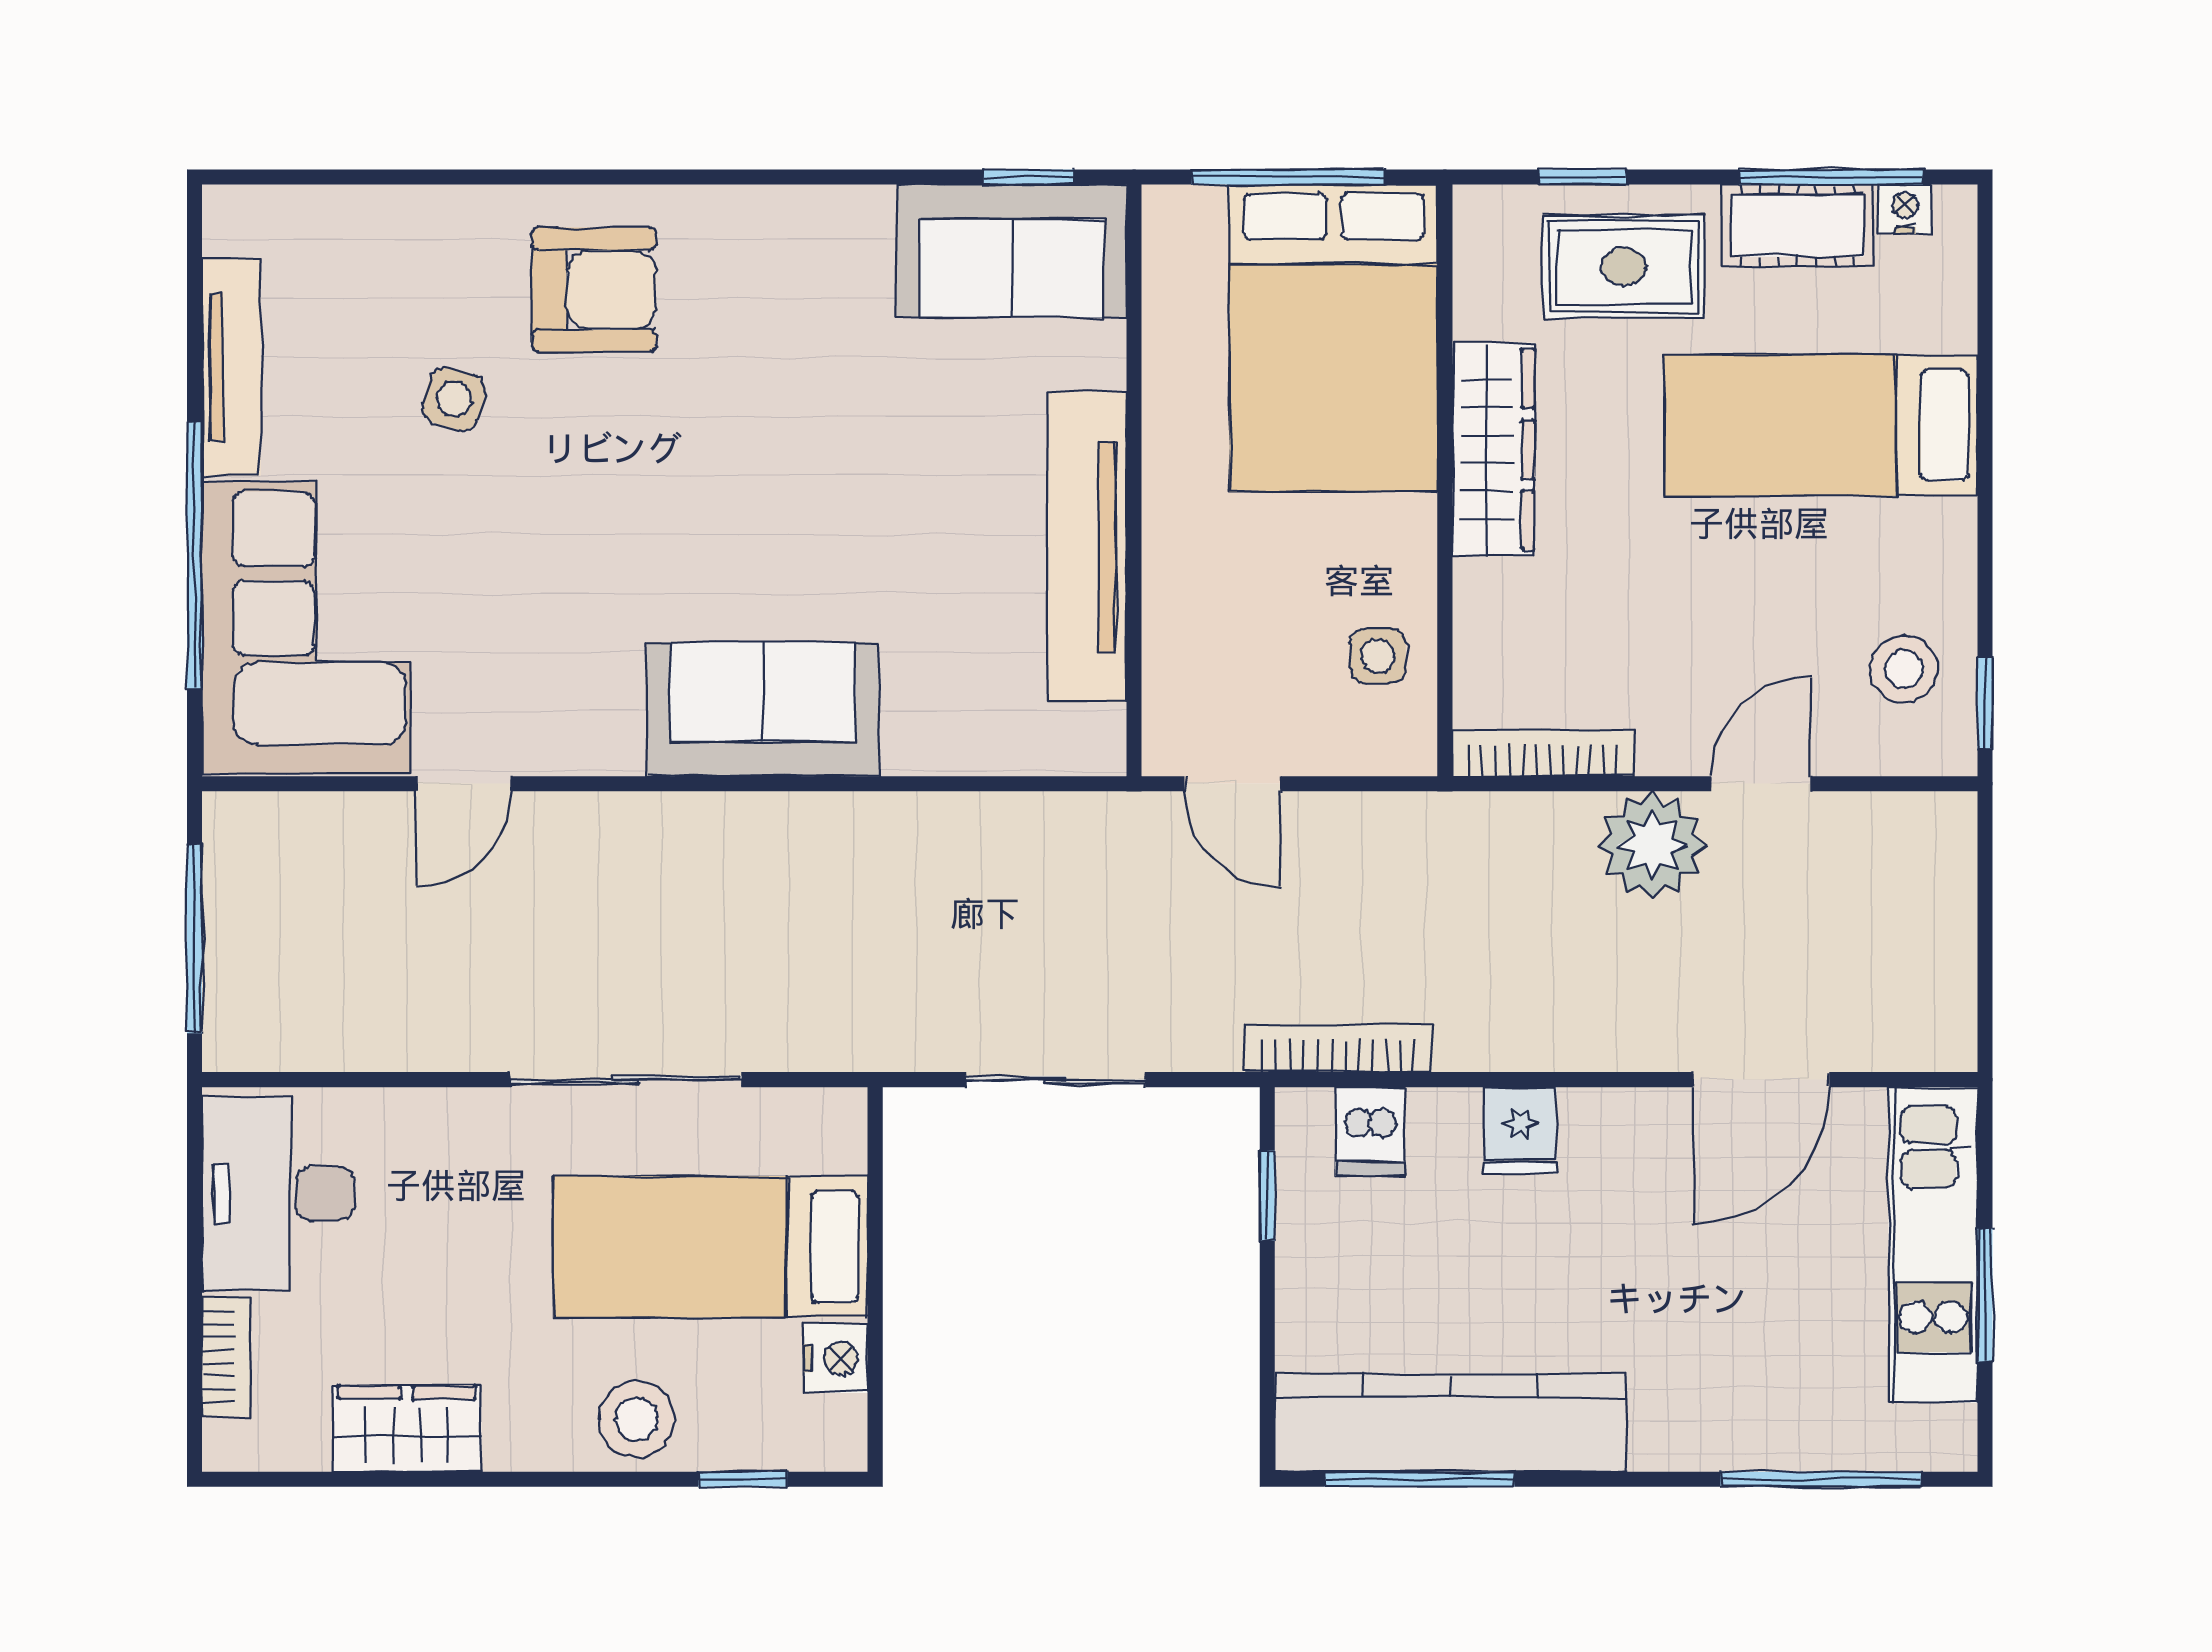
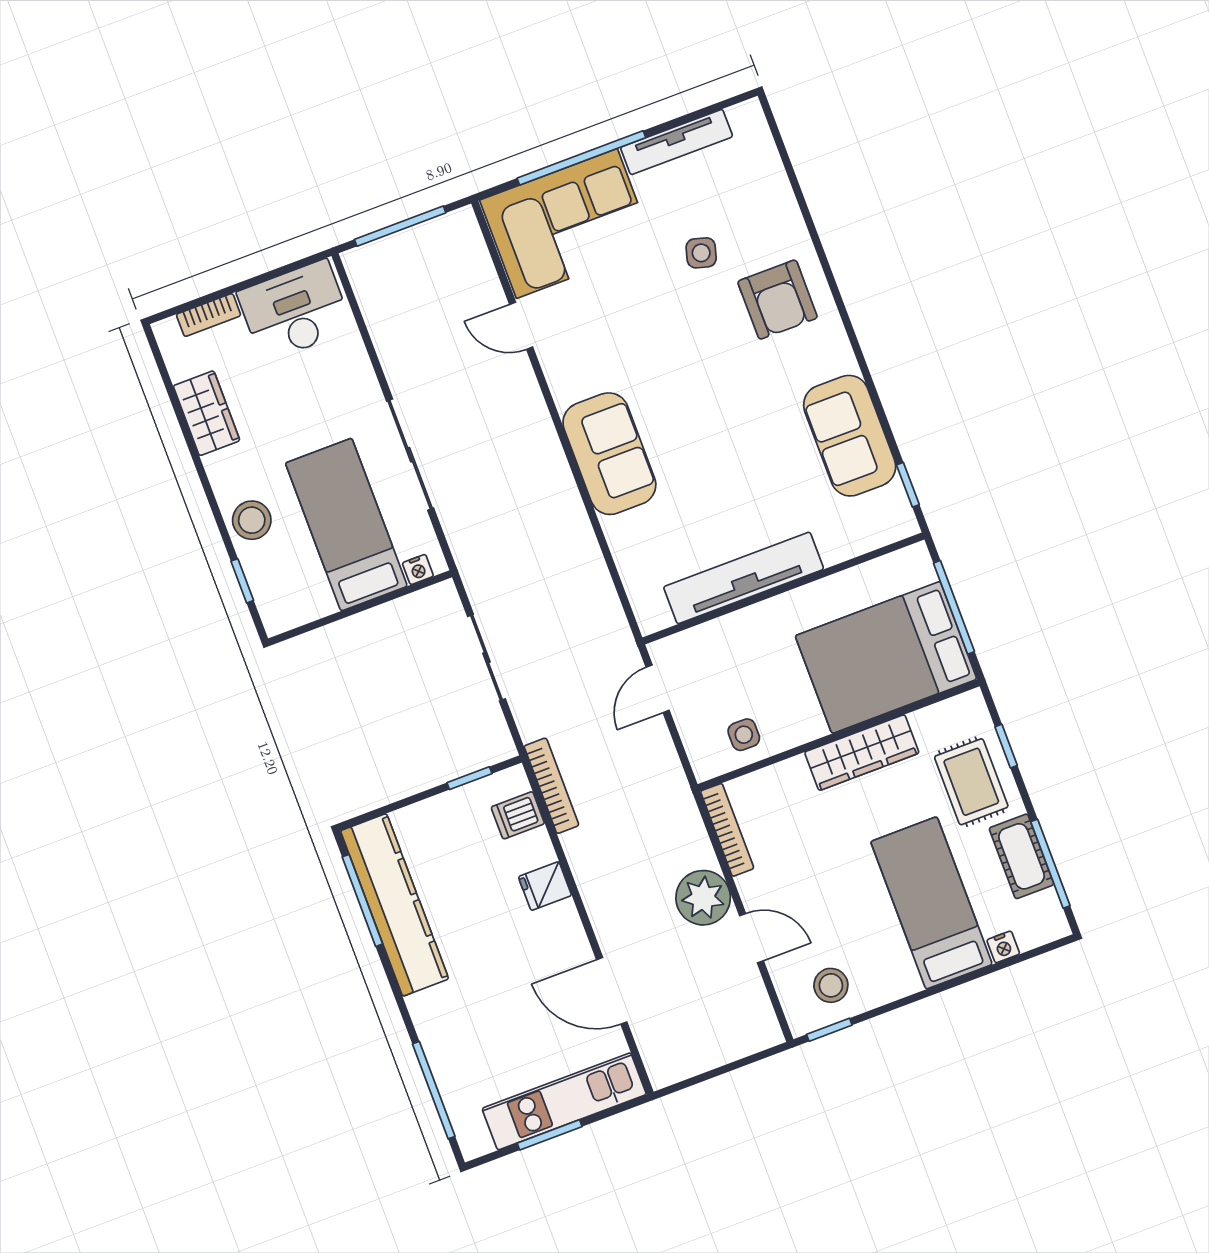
nightstand: (1905, 209) -> (1003, 947), moved, turned 90
sofa: (1012, 251) -> (850, 436), moved
nightstand: (836, 1358) -> (418, 570), moved, width x0.72, depth x0.74

